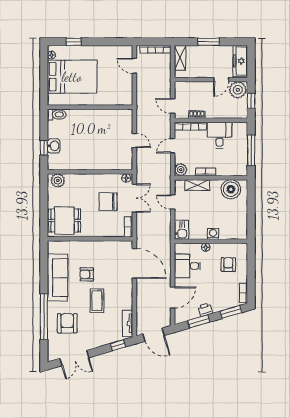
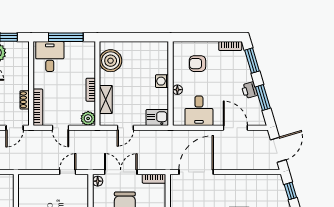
desk: (219, 135) -> (50, 57), moved, turned 90
door: (134, 140) -> (68, 172), moved
tv unit: (127, 323) -> (265, 180), removed

